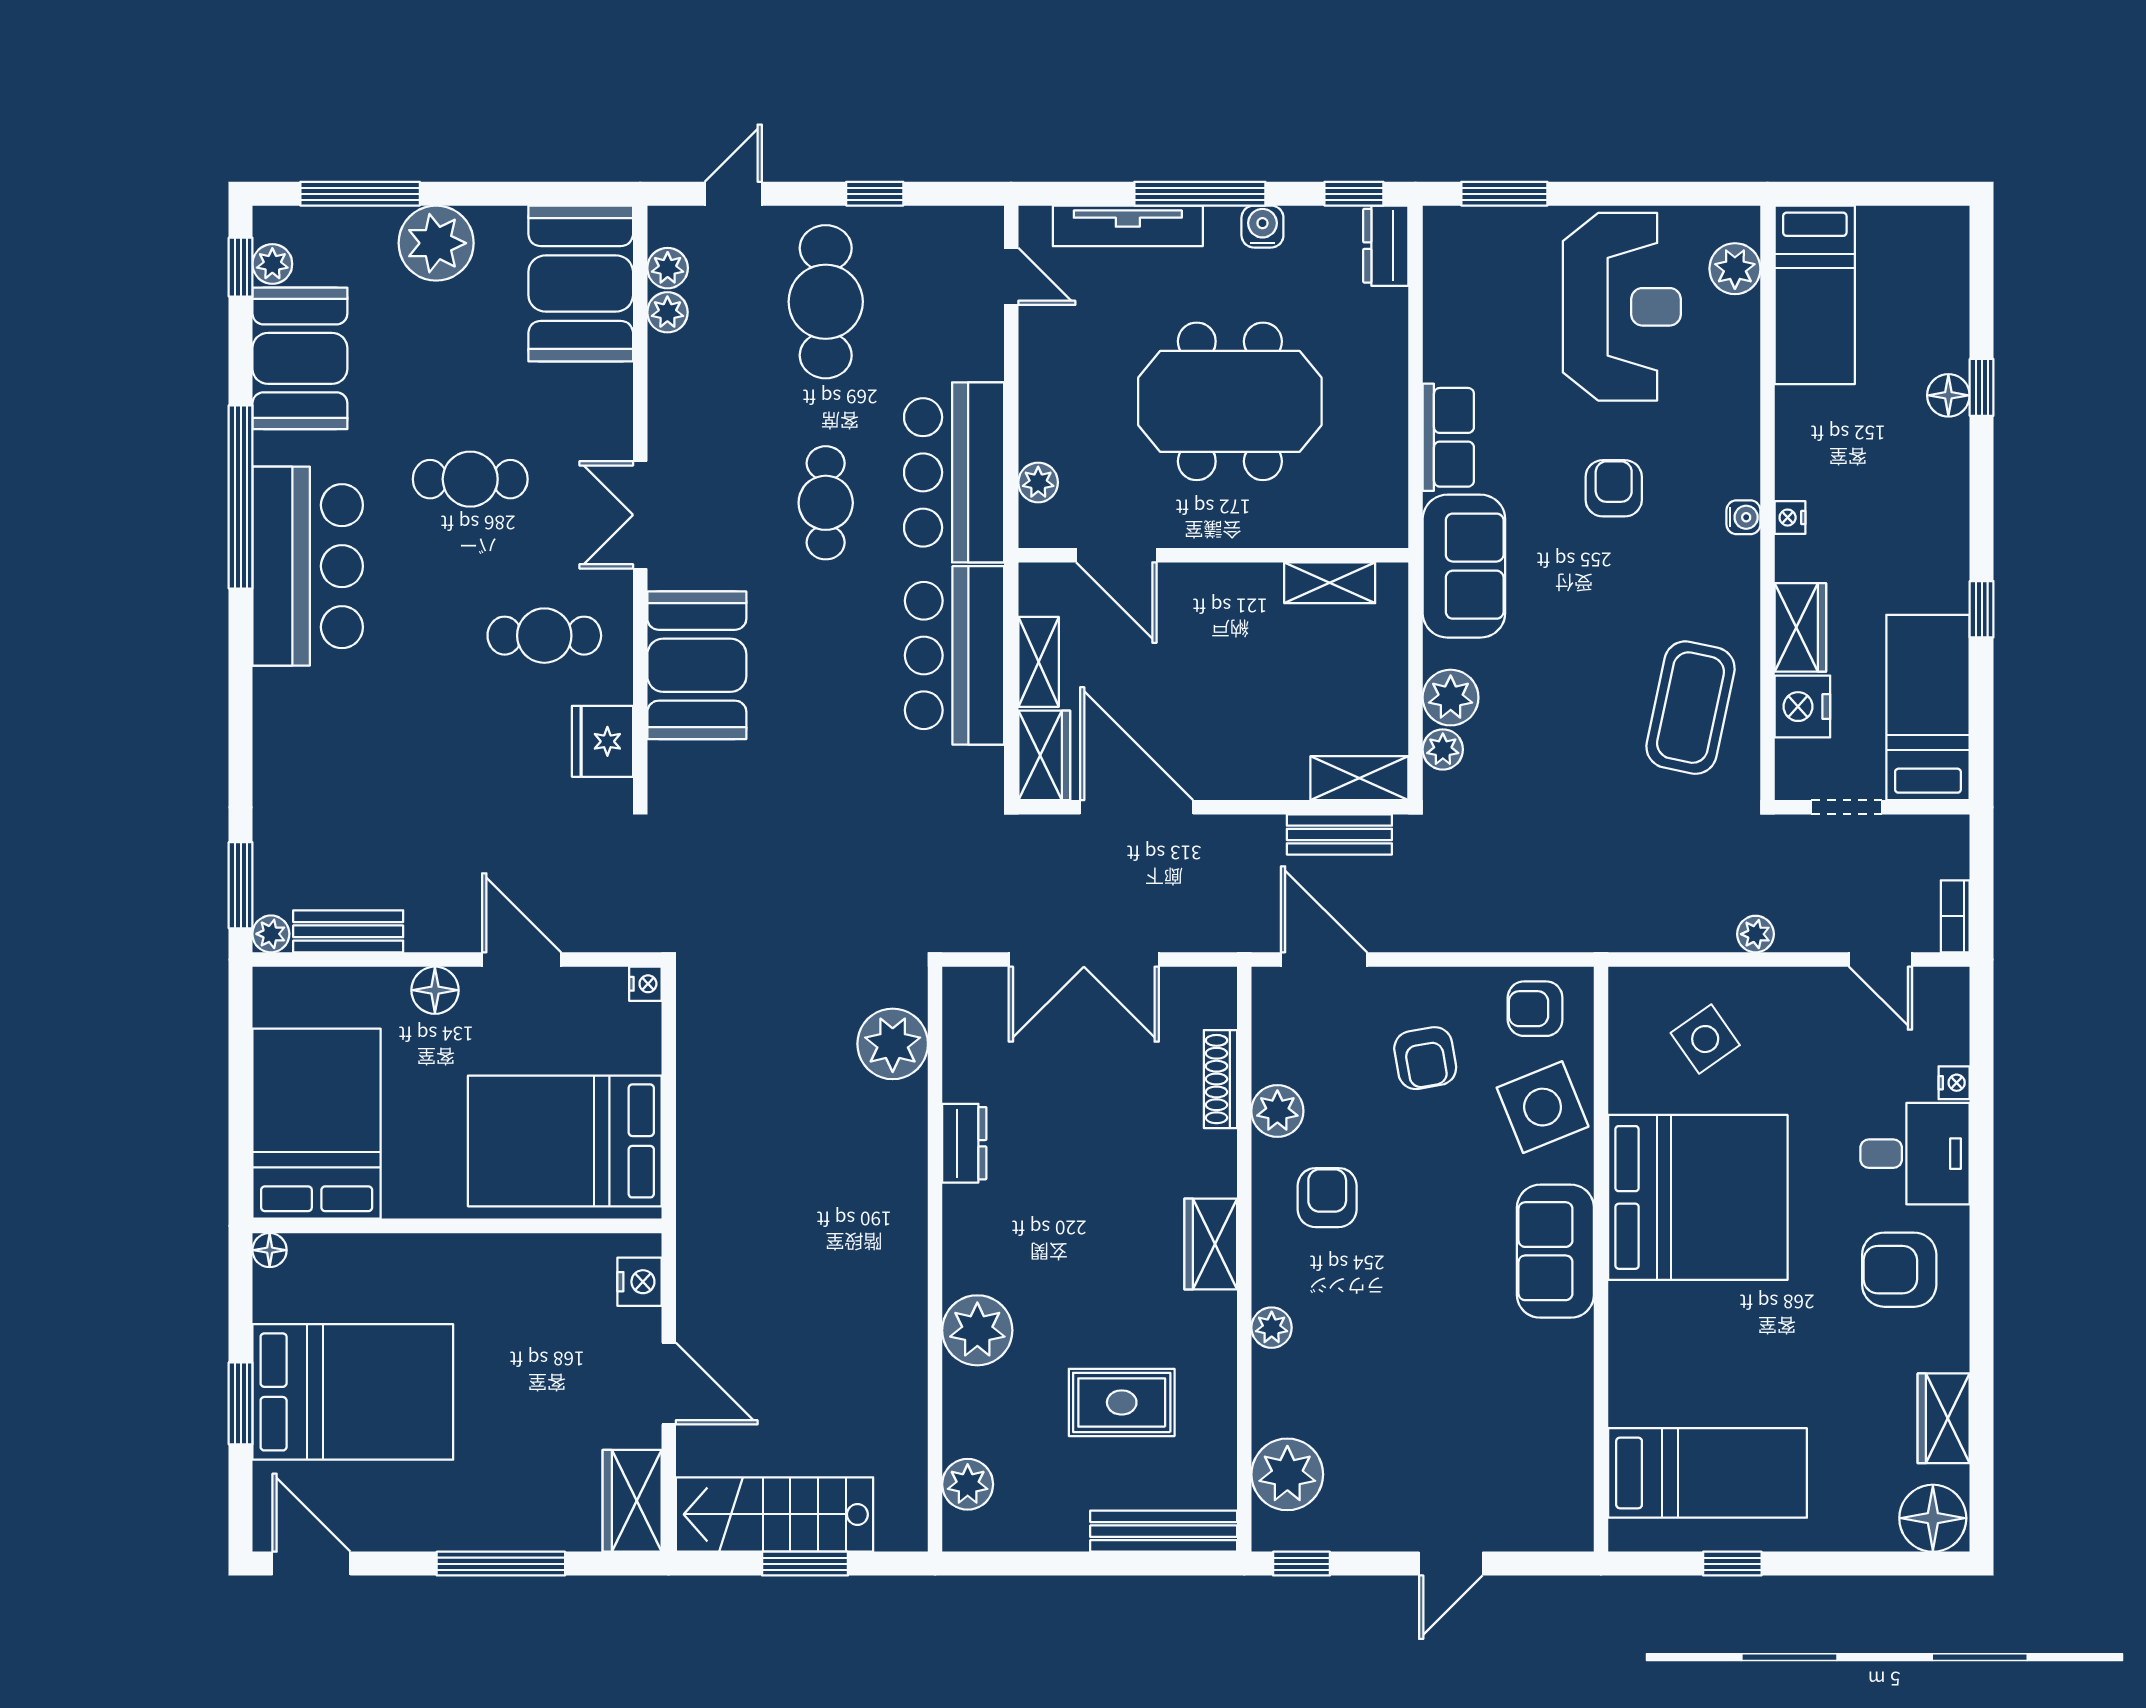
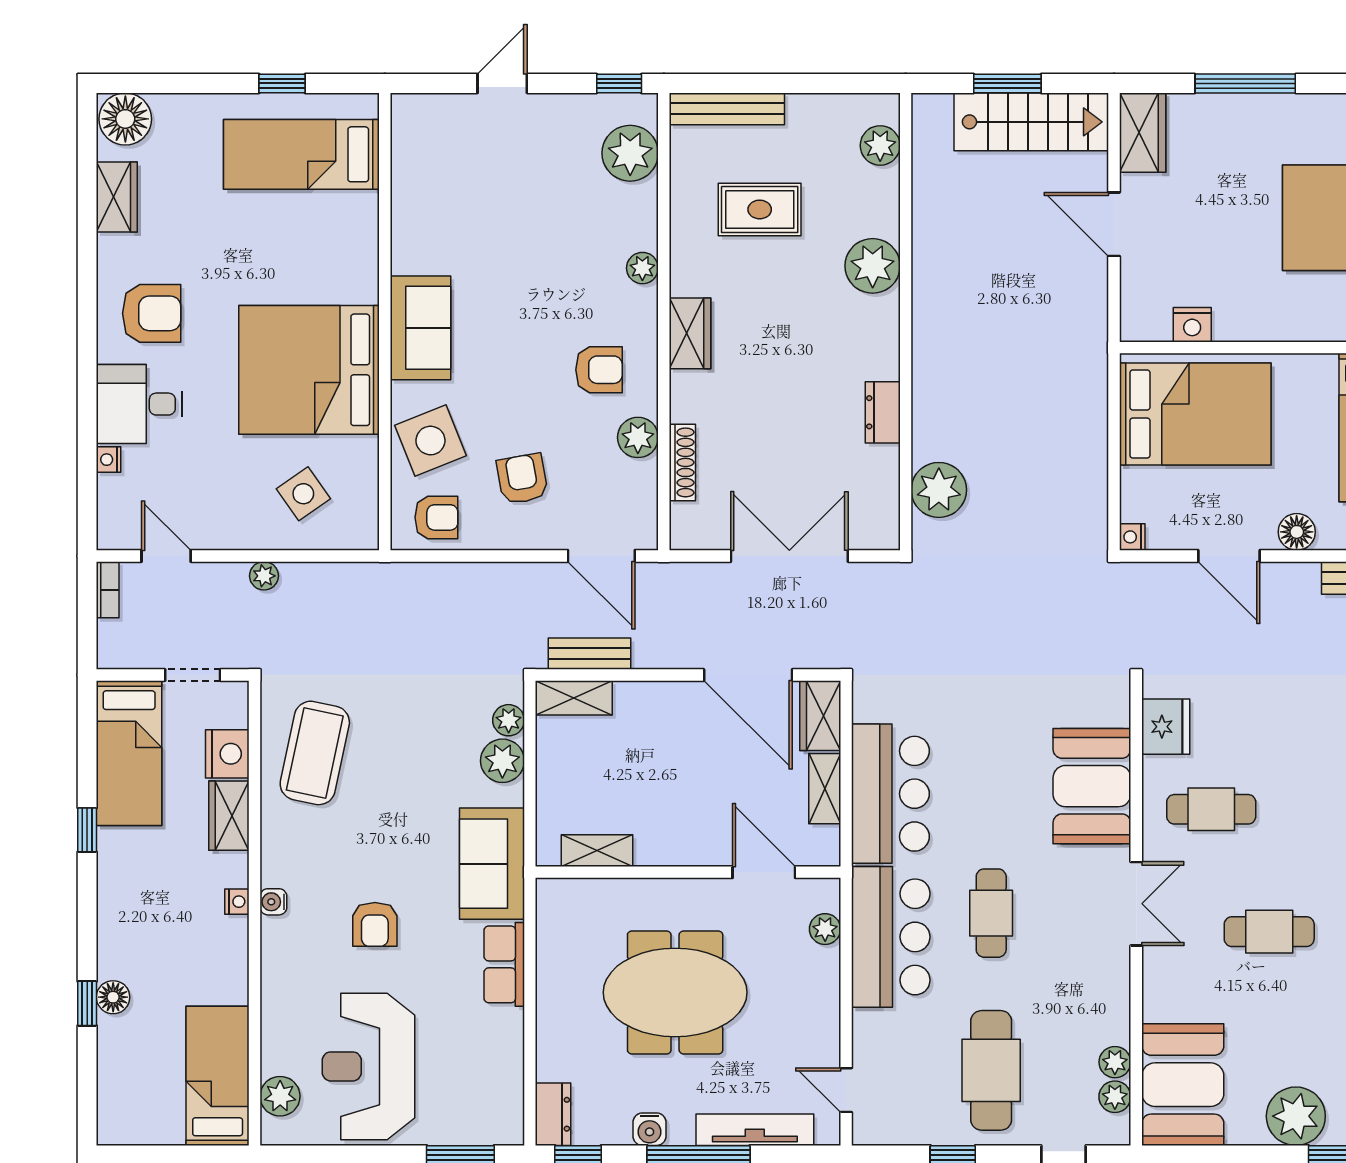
armchair: (1327, 1198) -> (599, 370), turned -90
nightstand: (639, 1282) -> (1192, 325), moved, turned -90

